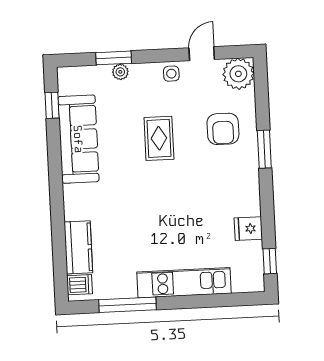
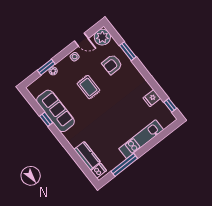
door: (202, 54) -> (81, 40), swing flipped
window: (52, 105) -> (46, 119), moved
armchair: (223, 129) -> (112, 64), turned 90
window: (264, 149) -> (128, 51), moved

